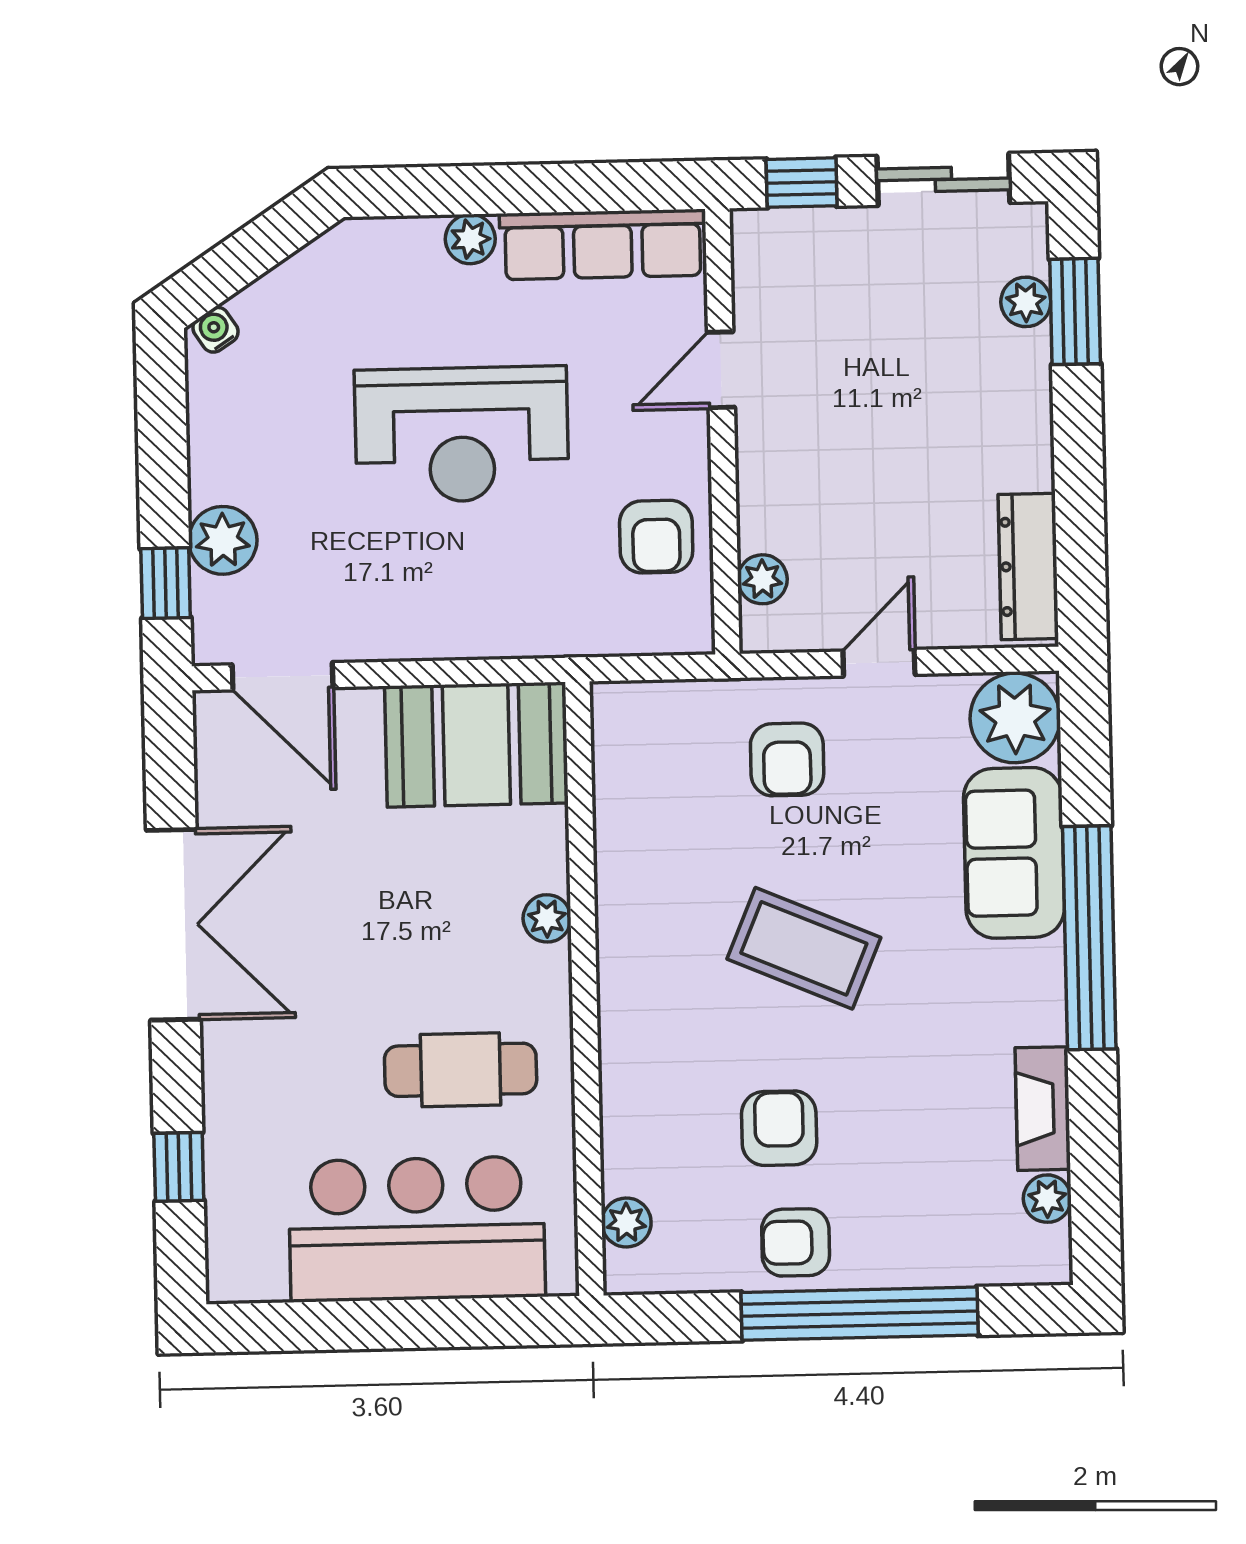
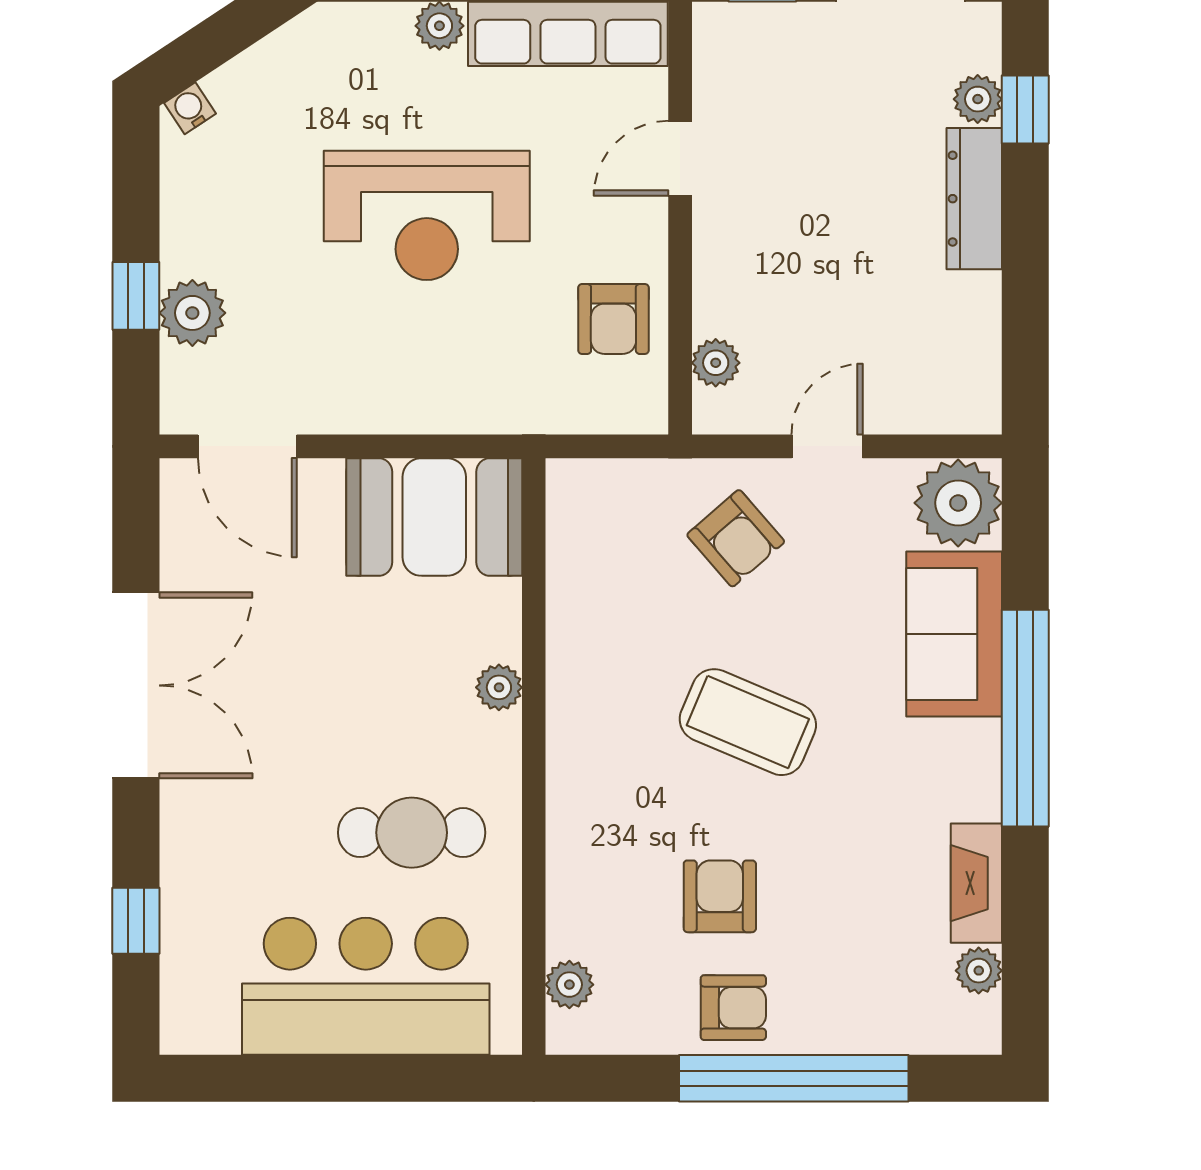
window: (1075, 311) -> (1025, 109), width x0.67
dresser: (1028, 566) -> (974, 199), moved
window: (166, 583) -> (136, 296), moved
armchair: (787, 759) -> (736, 538), turned -41
armchair: (796, 1242) -> (733, 1008), turned 180

